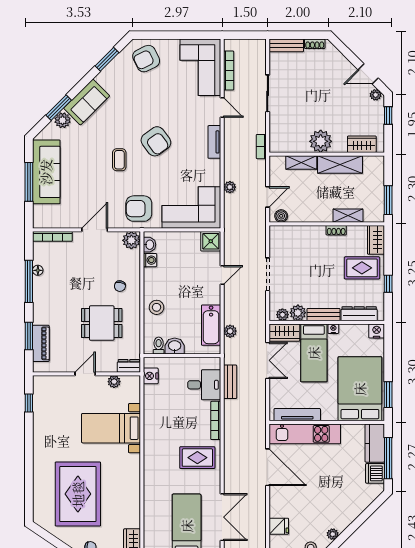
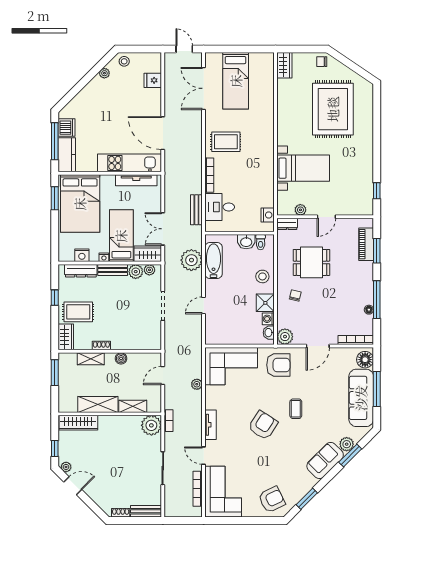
armchair: (156, 141) -> (263, 425), turned 69
plant: (321, 141) -> (151, 425), moved
wardrobe: (362, 144) -> (78, 423), width x1.50
floor lamp: (42, 215) -> (365, 360), added
boiler: (281, 216) -> (121, 358), moved
shower: (211, 241) -> (265, 303), moved
plant: (230, 331) -> (191, 260), width x1.88, depth x1.88
nightstand: (377, 331) -> (82, 255), moved

